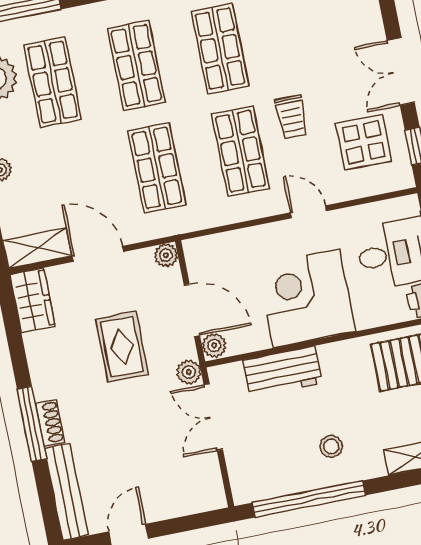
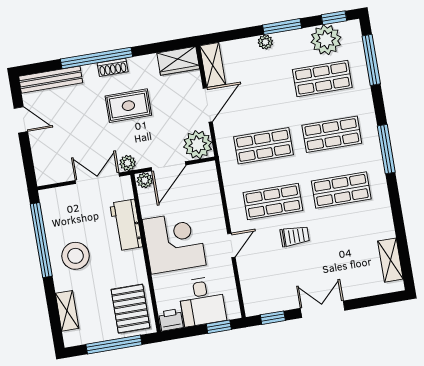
trolley: (292, 117) -> (295, 236), turned 180
display table: (364, 142) -> (276, 283), removed
plant: (166, 255) -> (198, 145), width x1.88, depth x1.88
rug: (122, 347) -> (128, 106), moved
shoe rack: (50, 423) -> (113, 67), moved
window: (32, 424) -> (96, 58), width x1.46
stool: (331, 447) -> (76, 256), width x1.89, depth x1.89

